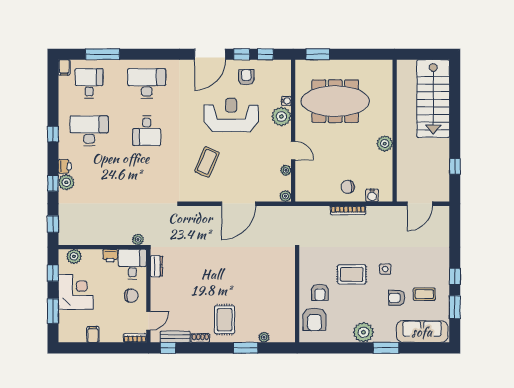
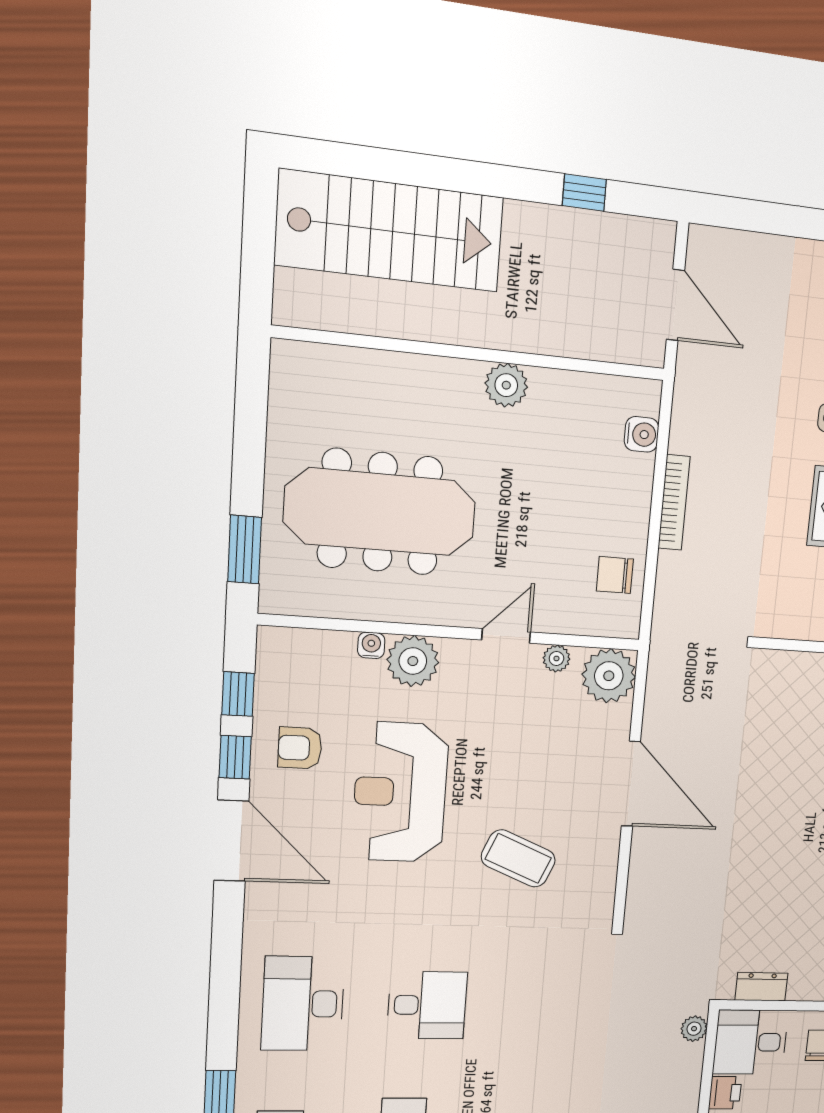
meeting table: (335, 101) -> (380, 512), turned 90
chair: (348, 187) -> (615, 575), moved, turned 94
plant: (285, 196) -> (609, 676), width x1.87, depth x1.87

